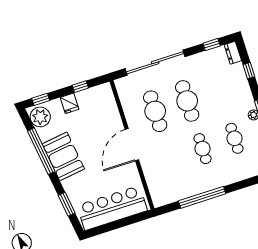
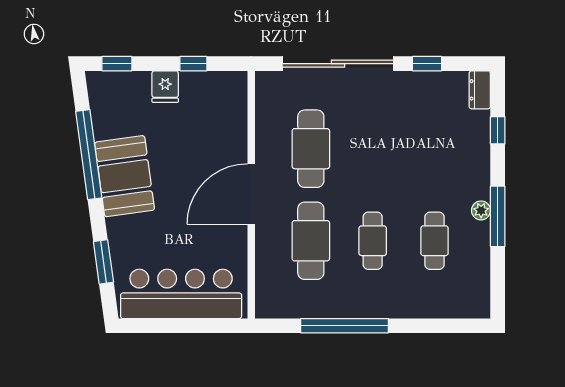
window: (212, 45) -> (427, 64), moved
cafe table: (187, 101) -> (311, 241), moved
plant: (40, 117) -> (106, 94), removed

